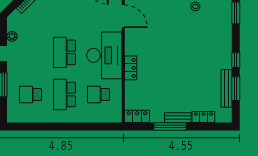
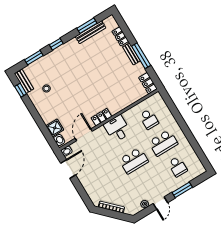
desk: (104, 55) -> (117, 129), width x0.53, depth x0.77
window: (236, 60) -> (56, 44), moved
locker: (131, 68) -> (101, 117), moved

